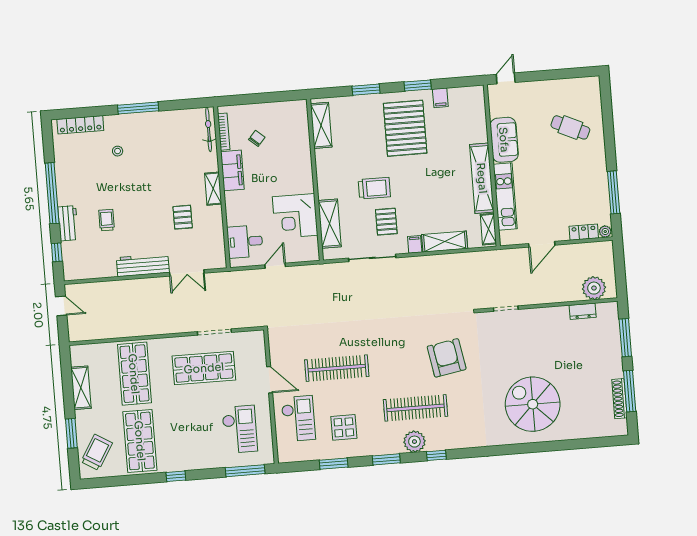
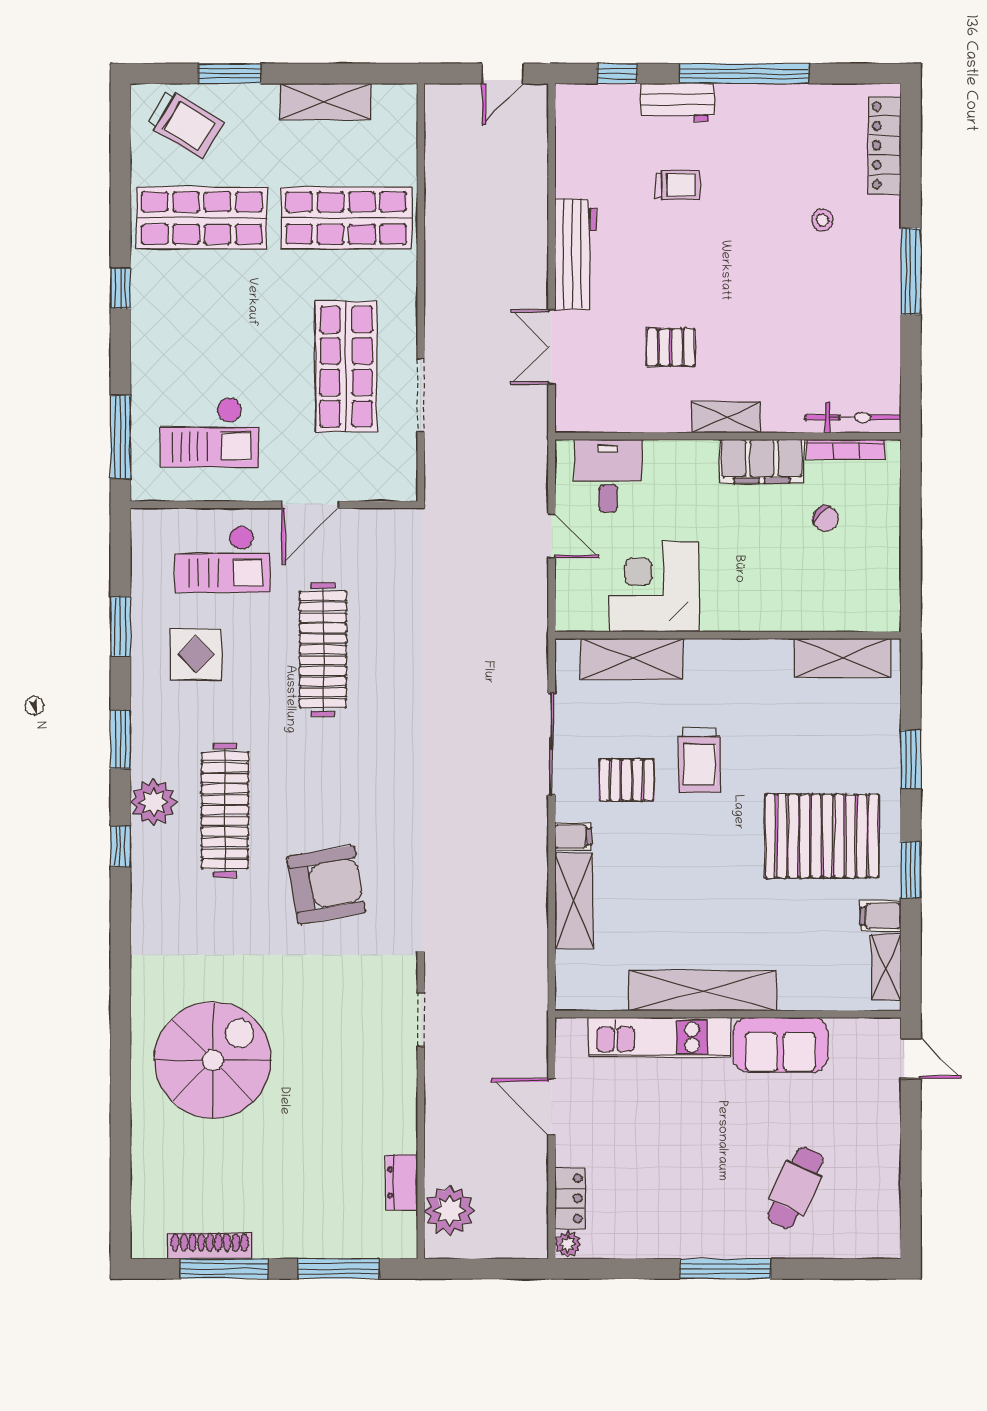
window: (614, 192) -> (725, 1269), moved
shelving: (488, 229) -> (886, 967), moved, turned 90

